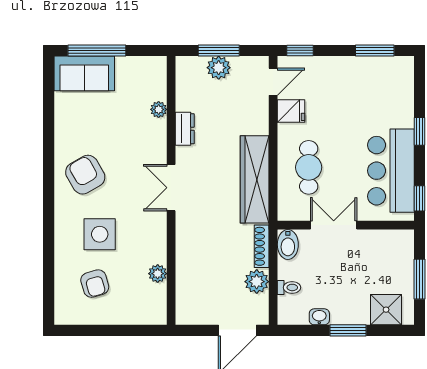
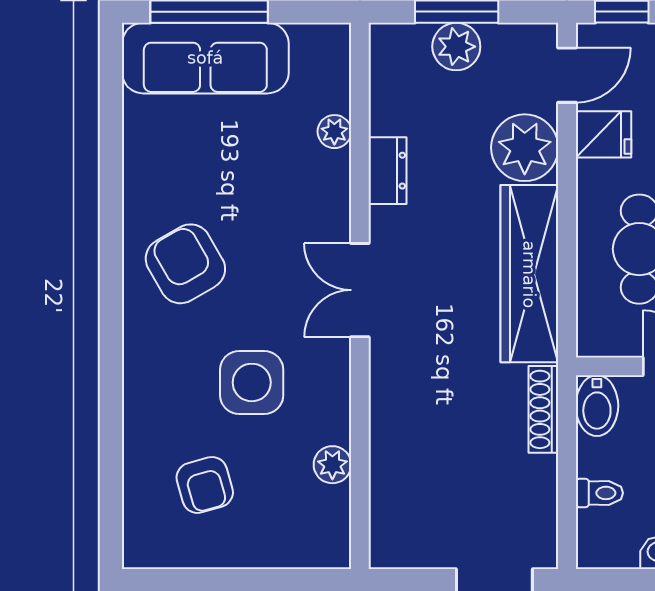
sofa: (84, 73) -> (205, 58), width x1.36
side table: (100, 234) -> (252, 382), moved
plant: (257, 282) -> (525, 148), moved, width x1.36, depth x1.36

